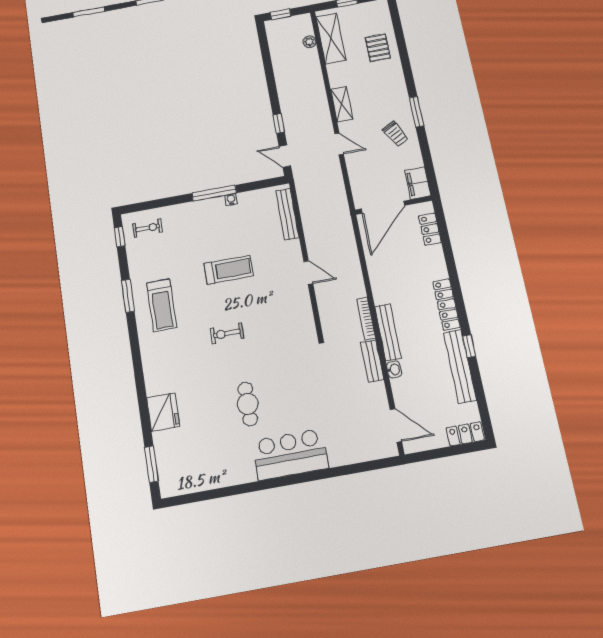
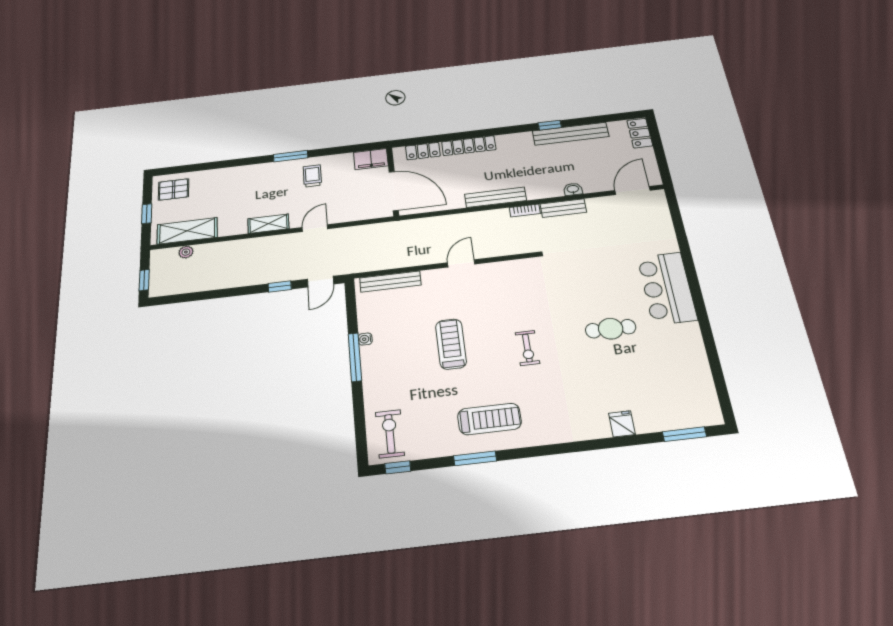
pallet: (378, 48) -> (174, 189), moved
trolley: (396, 134) -> (312, 176), turned -62
exercise bike: (148, 228) -> (390, 434), width x1.38, depth x1.39
locker: (447, 304) -> (469, 146), moved
bookcase: (366, 318) -> (525, 211), width x0.64
bench: (388, 332) -> (495, 197), moved
fridge: (163, 412) -> (622, 424), width x0.53, depth x0.75

